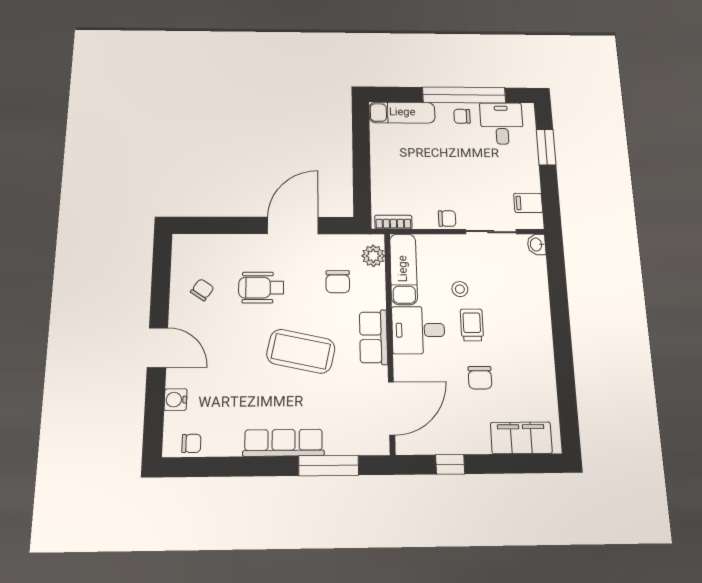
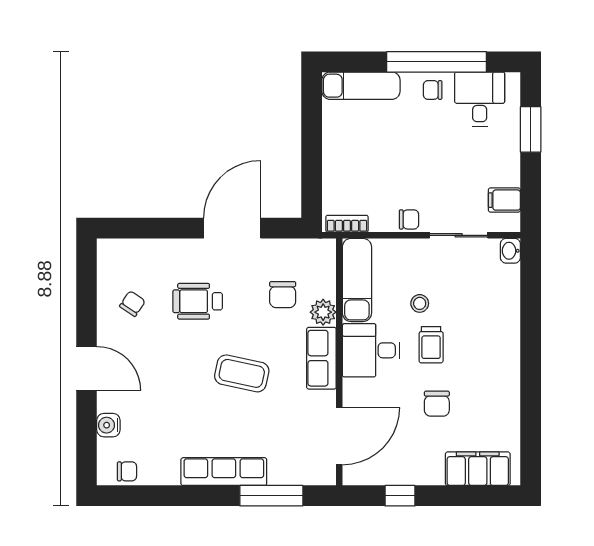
plant: (373, 256) -> (323, 312), moved
trolley: (472, 325) -> (431, 345), turned 180
coffee table: (301, 351) -> (242, 373), width x0.73, depth x0.76

